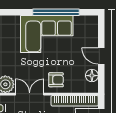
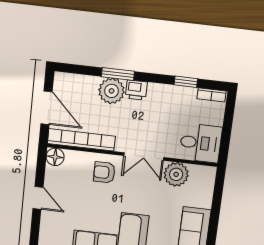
floor lamp: (92, 76) -> (55, 157), moved

